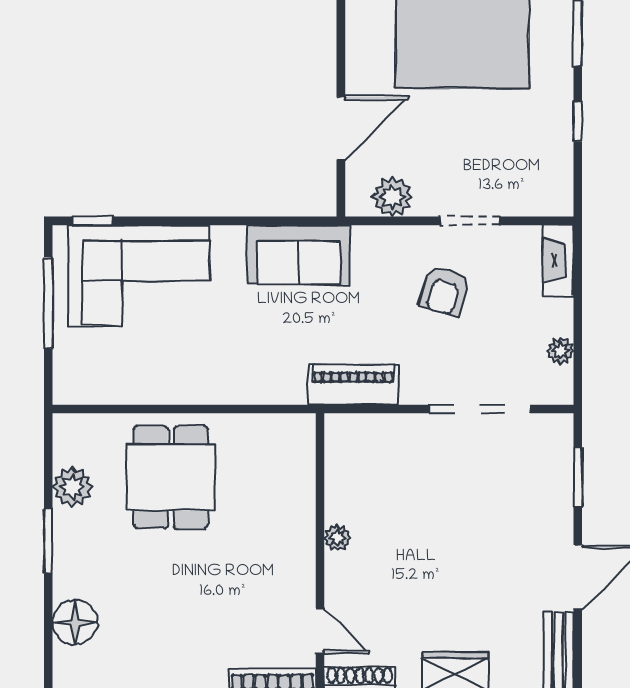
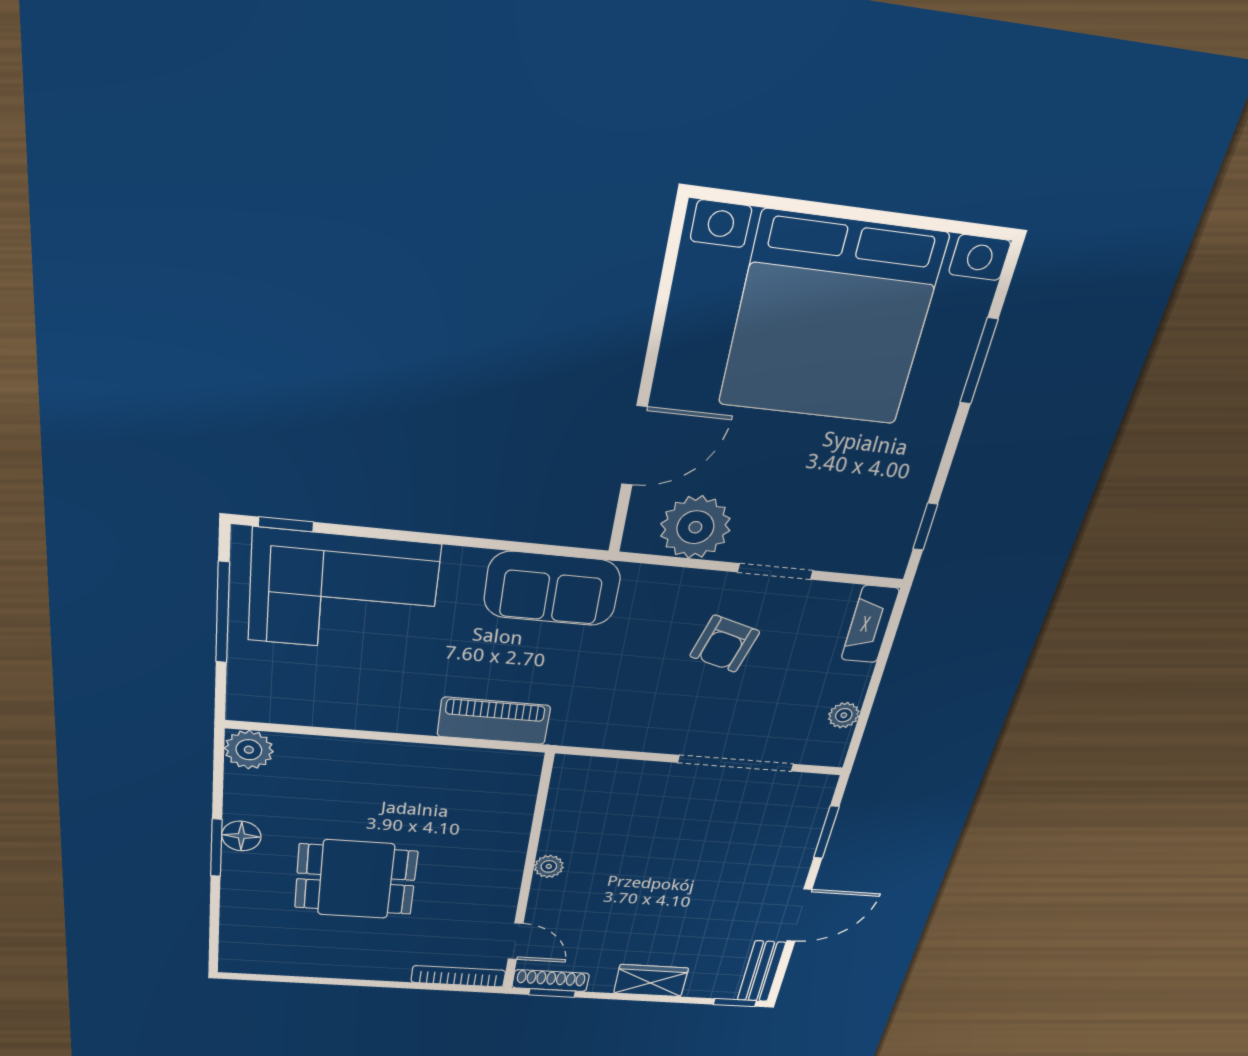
window: (578, 121) -> (925, 527), moved
plant: (392, 197) -> (695, 527), width x1.36, depth x1.36
piano: (353, 385) -> (494, 721), moved
dining table: (171, 477) -> (356, 879), moved, turned 90
plant: (72, 487) -> (249, 750), moved
floor lamp: (75, 622) -> (241, 836), moved, width x0.73, depth x0.73

